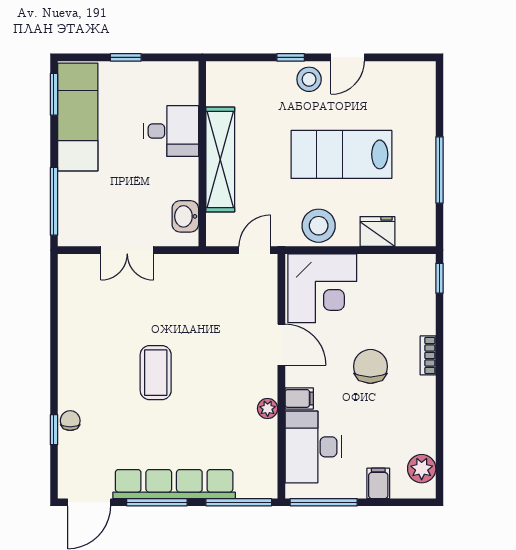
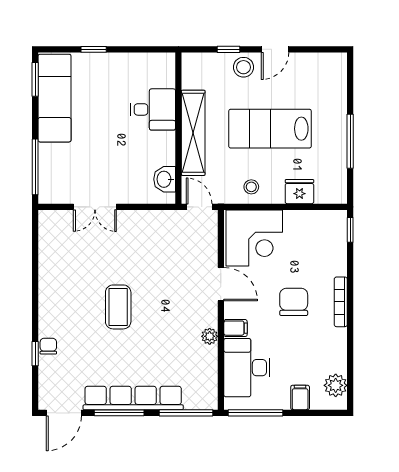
desk: (171, 131) -> (153, 109), moved
wall: (202, 154) -> (178, 128), moved
shelving: (220, 160) -> (193, 133), moved
washbasin: (185, 216) -> (165, 179), moved
stool: (319, 226) -> (251, 187), width x0.53, depth x0.53
door: (255, 250) -> (199, 207), hinge flipped
bookcase: (428, 355) -> (341, 302), width x1.56

